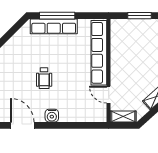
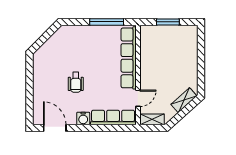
window: (57, 16) -> (107, 22), moved
row of seats: (54, 26) -> (113, 117), moved, turned 180
door: (109, 95) -> (138, 98), swing flipped

